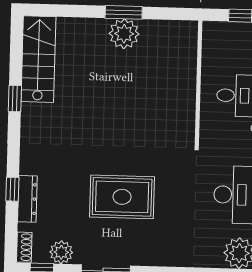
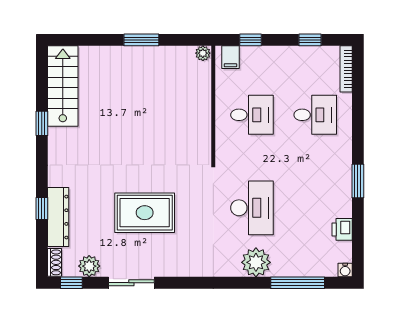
filing cabinet: (218, 33) -> (230, 57), added
plant: (124, 34) -> (203, 53), moved, width x0.53, depth x0.53
dresser: (27, 199) -> (58, 217), width x1.37, depth x1.24

